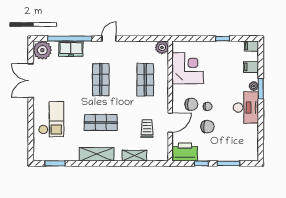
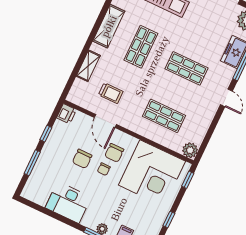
window: (185, 39) -> (188, 180), added
corner desk: (188, 68) -> (152, 173), width x1.36, depth x1.36
desk: (246, 108) -> (68, 202), moved
printer: (185, 152) -> (66, 114), width x0.53, depth x0.68

